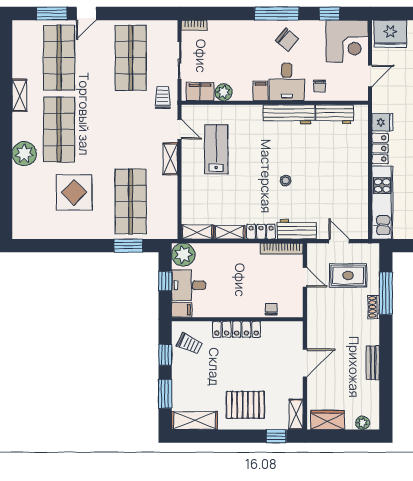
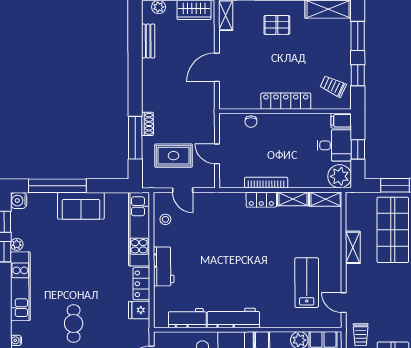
lab bench: (216, 149) -> (307, 283), turned 180
shelving: (170, 159) -> (353, 247), moved
stool: (285, 181) -> (165, 219), moved
workbench: (297, 229) -> (164, 266), moved, turned -90
bookcase: (282, 248) -> (266, 183), moved
bench: (373, 363) -> (148, 41), moved
pallet: (245, 405) -> (277, 25), width x0.67, depth x0.71

